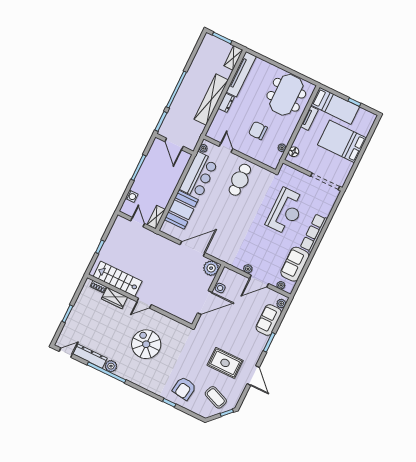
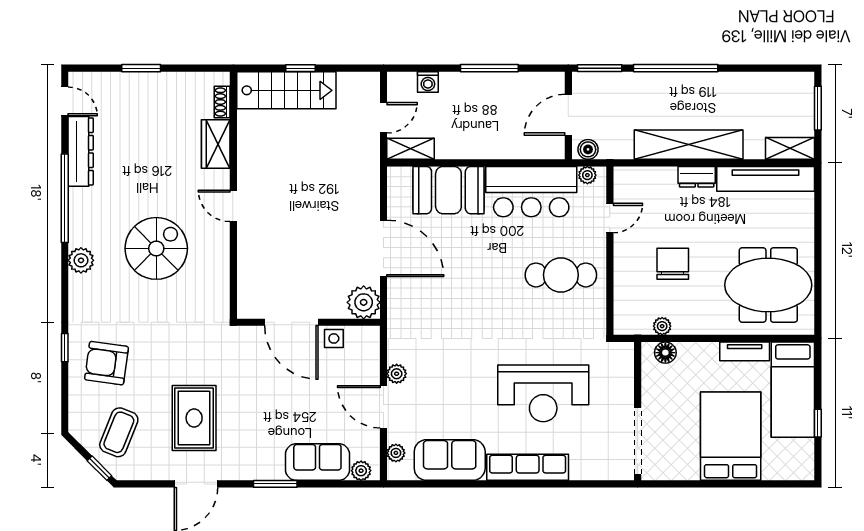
boiler: (193, 143) -> (588, 149), added
stairs: (118, 279) -> (286, 90), moved, turned 90
plant: (111, 366) -> (81, 260), moved

